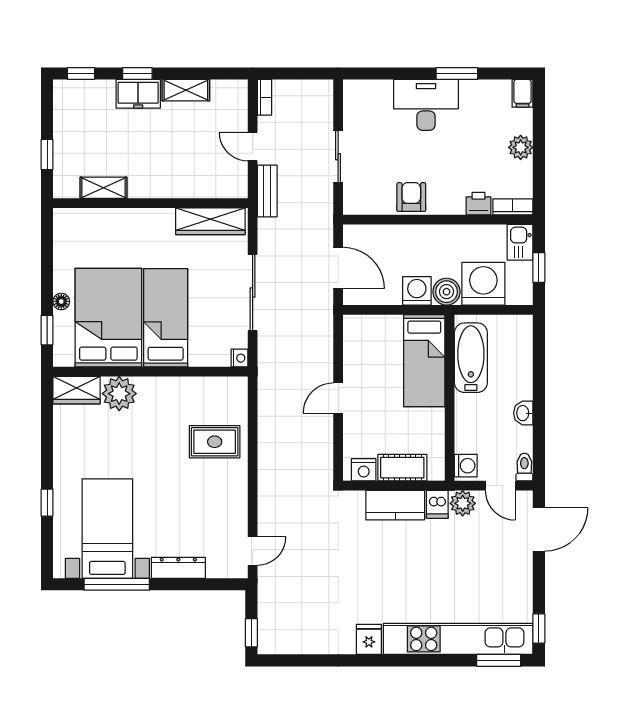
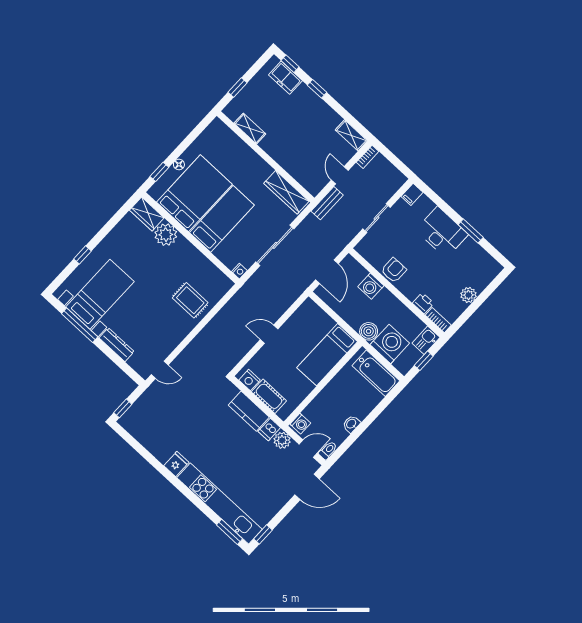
shelving: (186, 90) -> (351, 135), moved
filing cabinet: (523, 93) -> (412, 194), moved
freezer: (138, 94) -> (285, 78), moved
washing machine: (417, 291) -> (371, 286), moved, turned 180
bathtub: (471, 358) -> (376, 373), moved, turned 90
door: (500, 486) -> (308, 449), swing flipped

